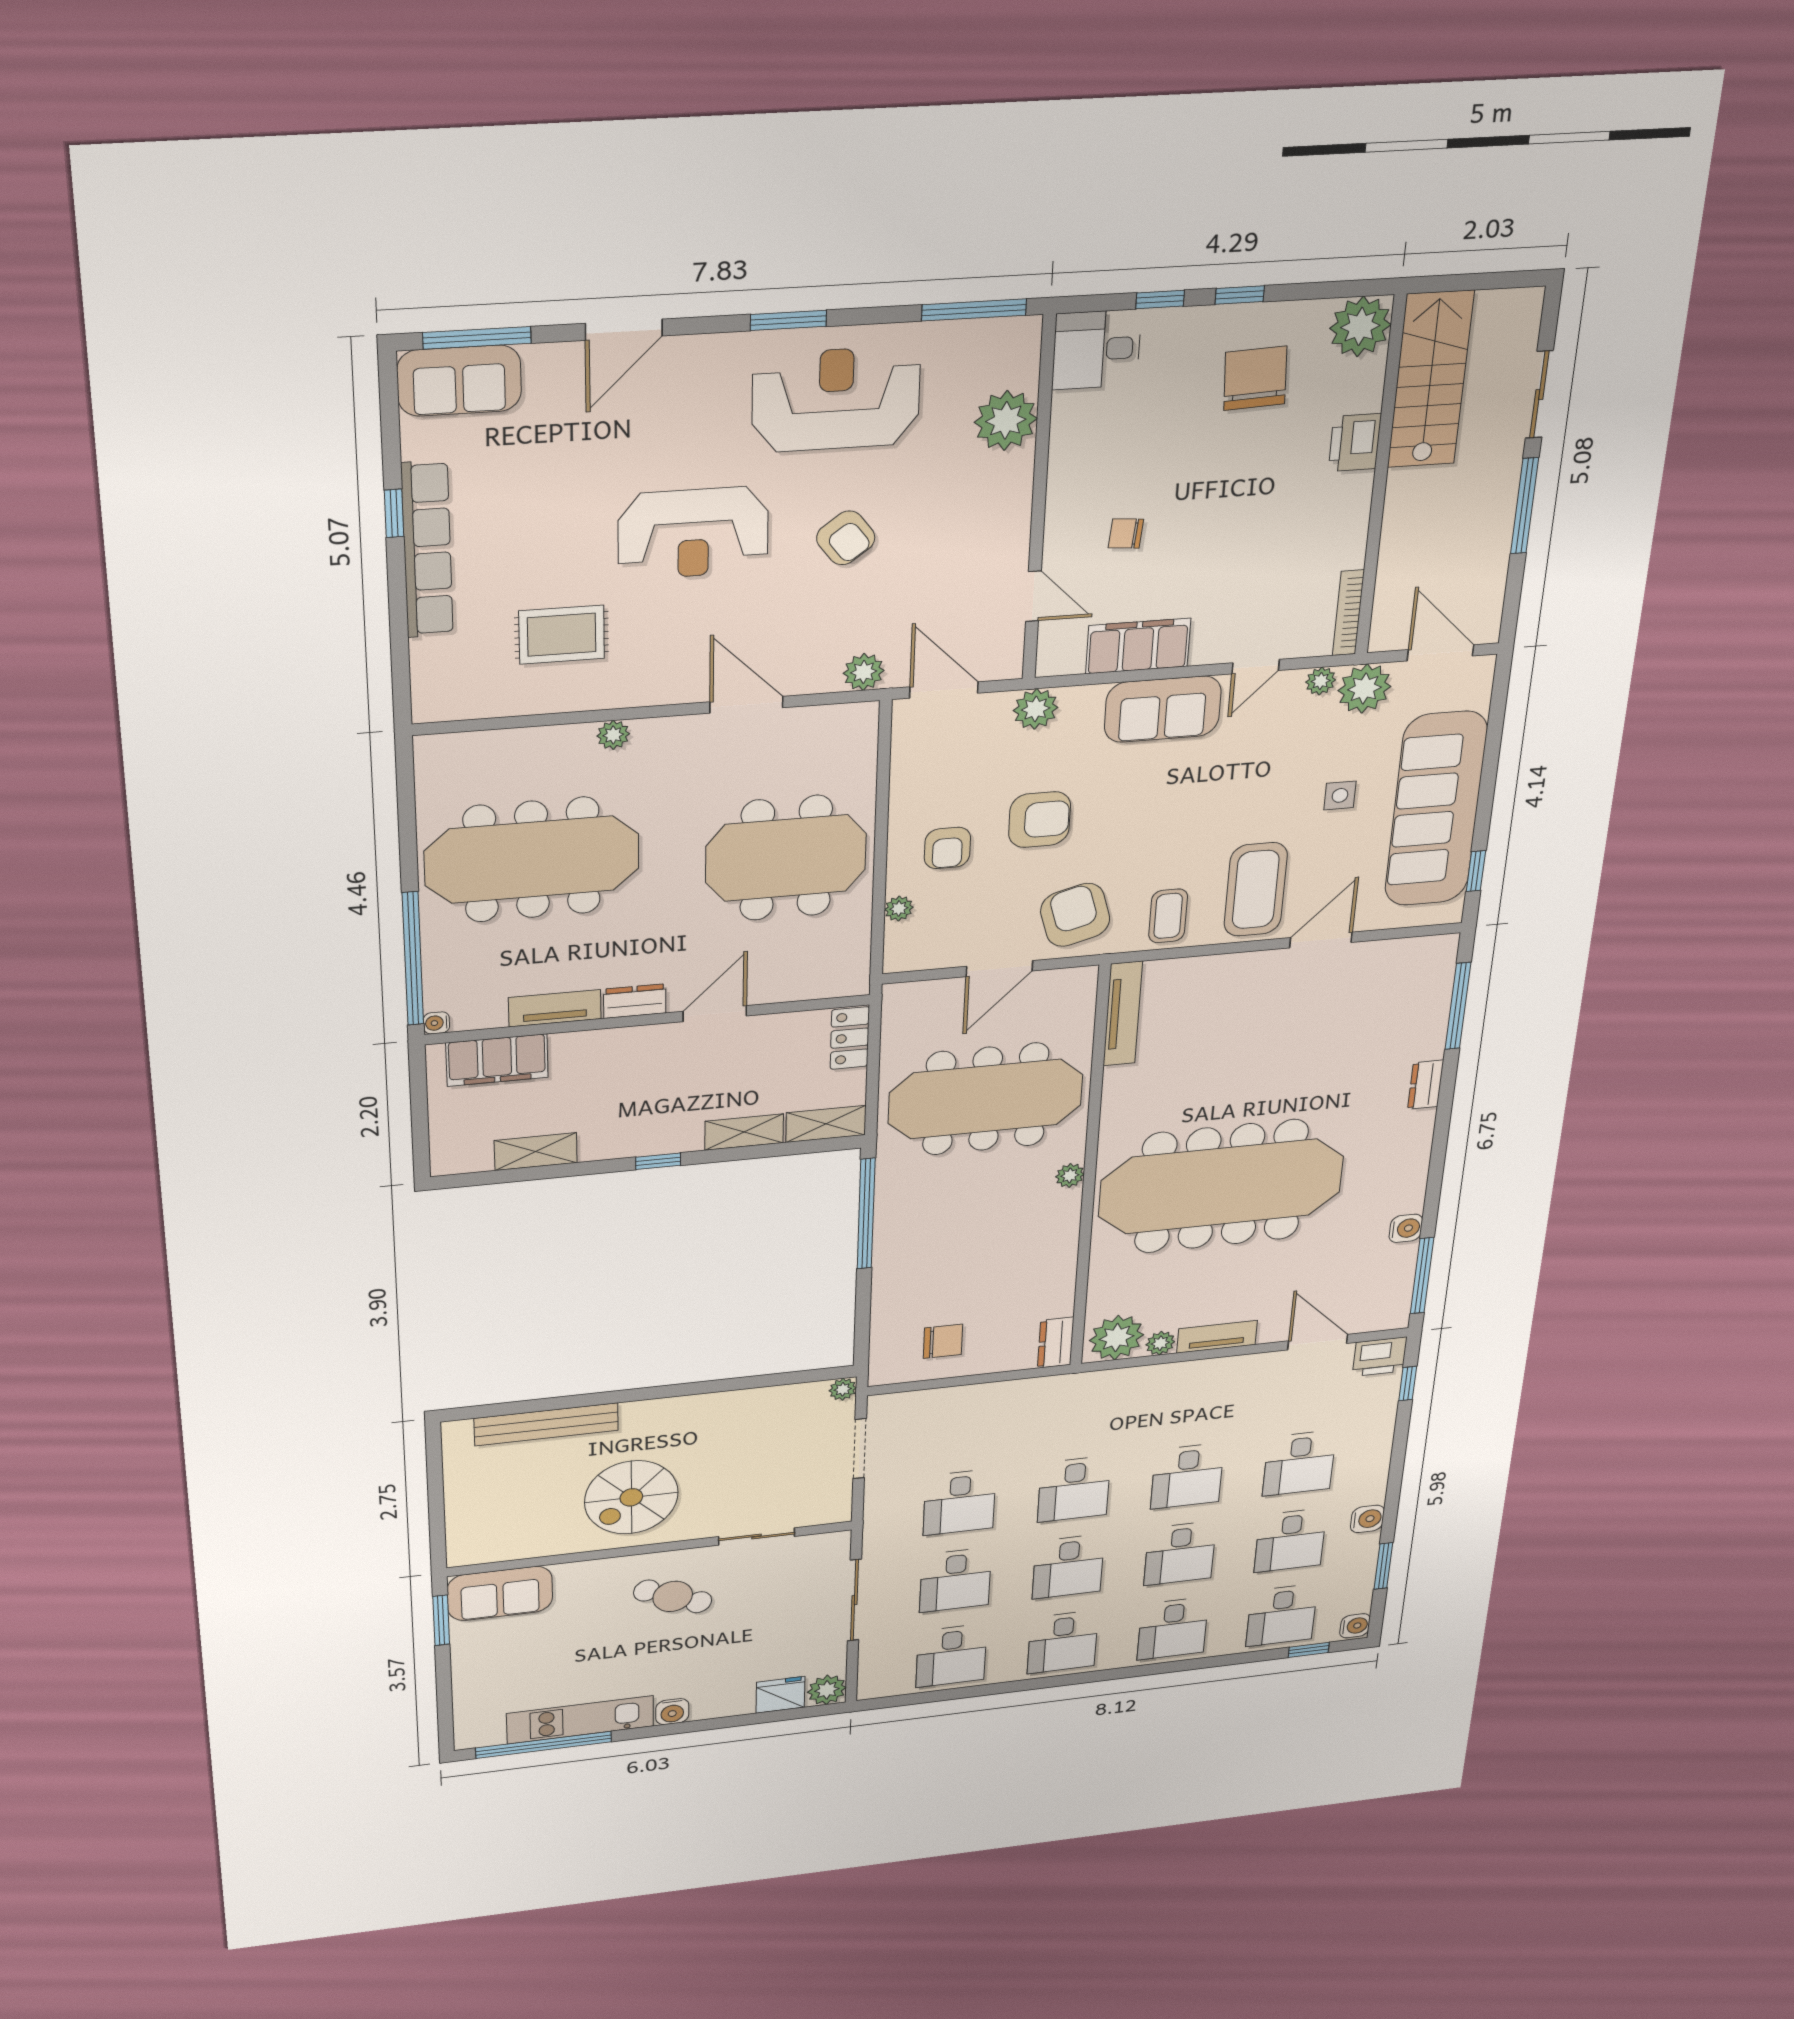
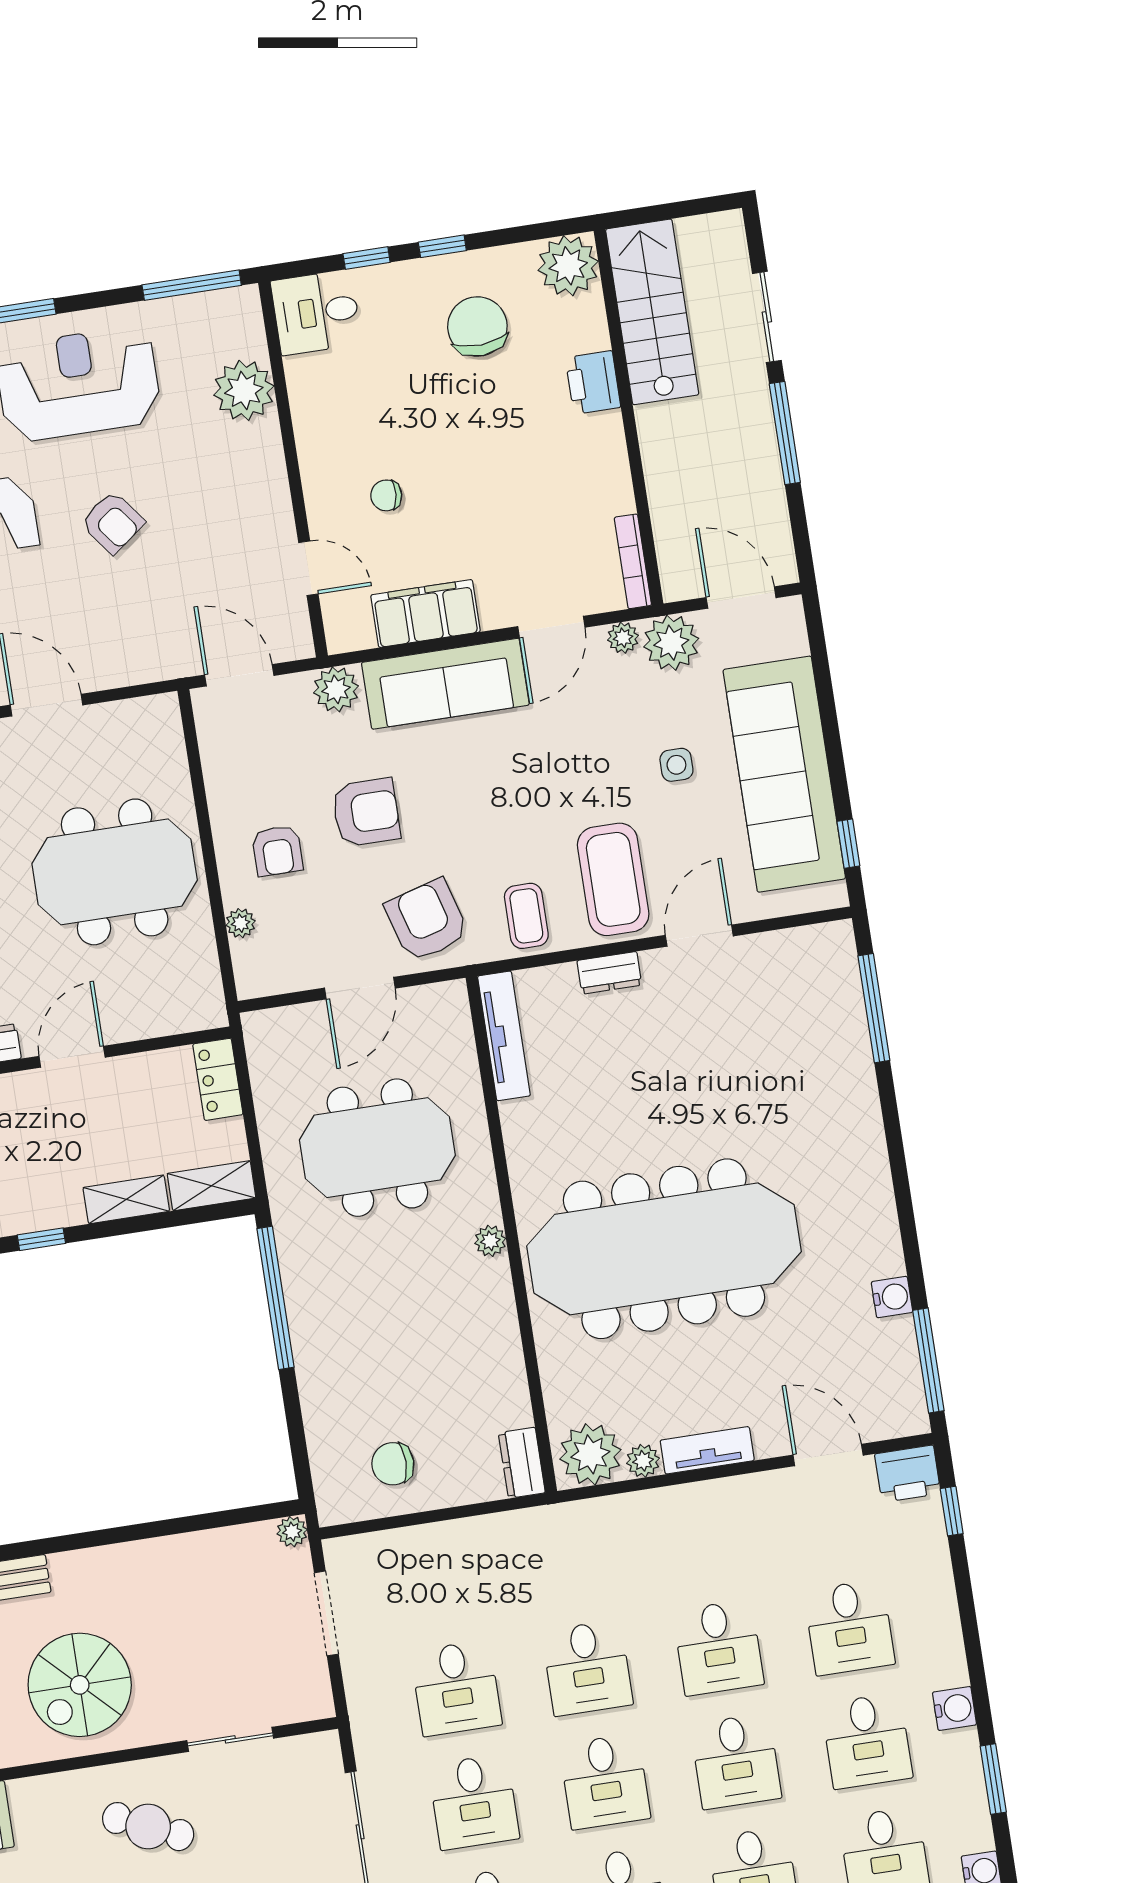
door: (1256, 667) -> (551, 627), width x1.37
plant: (864, 672) -> (156, 662), removed
sofa: (1163, 709) -> (445, 684), width x1.36
dresser: (1426, 1085) -> (609, 973), moved, turned -90
meeting table: (986, 1099) -> (377, 1148), width x0.73
chair: (943, 1341) -> (393, 1464), turned 180

